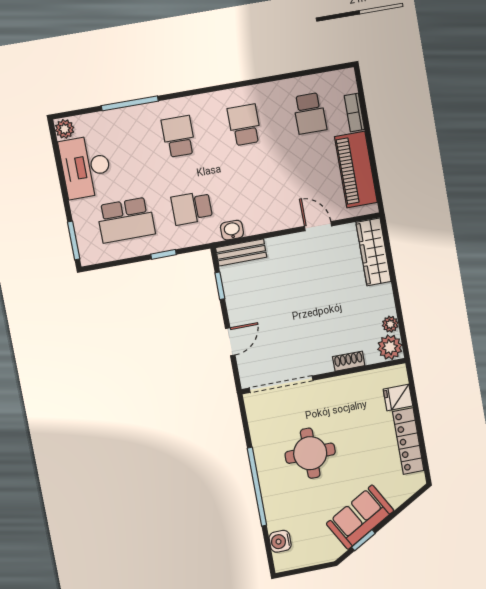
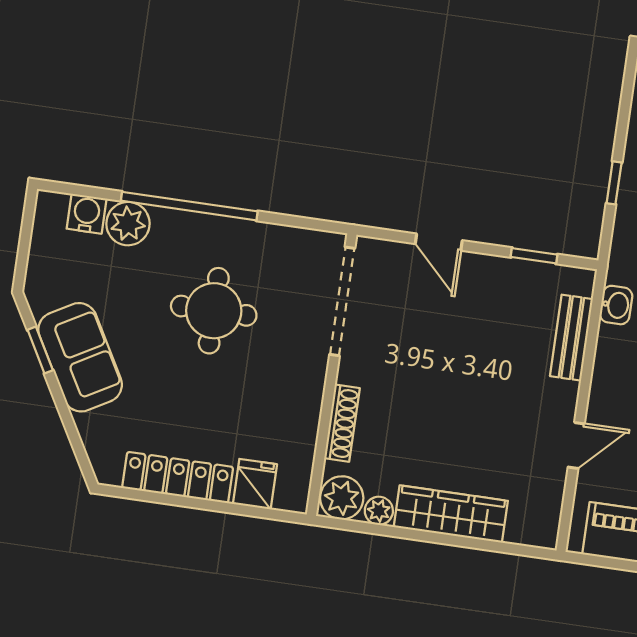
bench: (241, 252) -> (571, 338), moved
wardrobe: (373, 252) -> (451, 514), moved
shoe rack: (349, 361) -> (342, 423), width x1.43
plant: (278, 517) -> (128, 224), added

